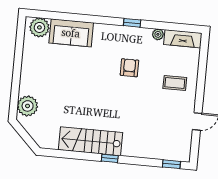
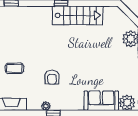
plant: (158, 34) -> (46, 106), moved

